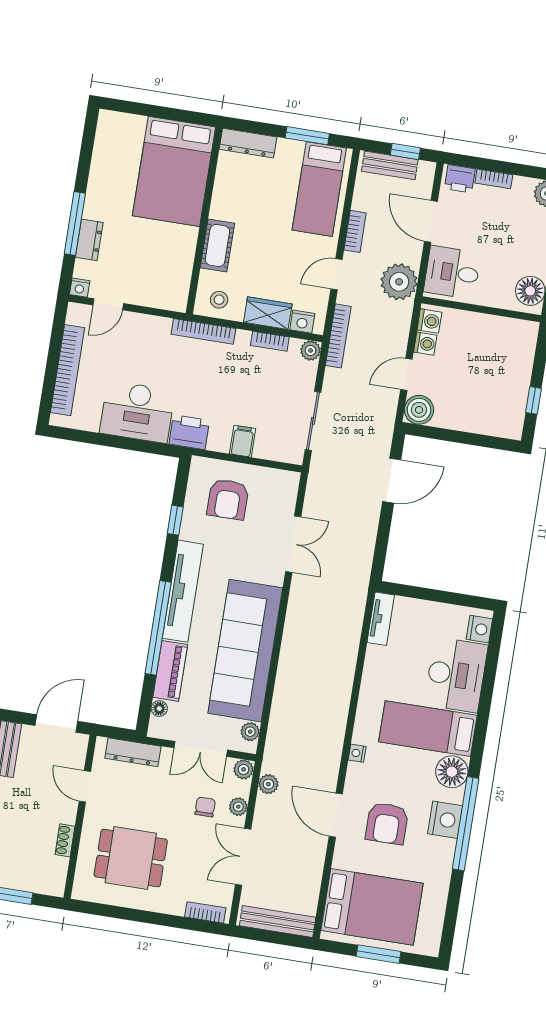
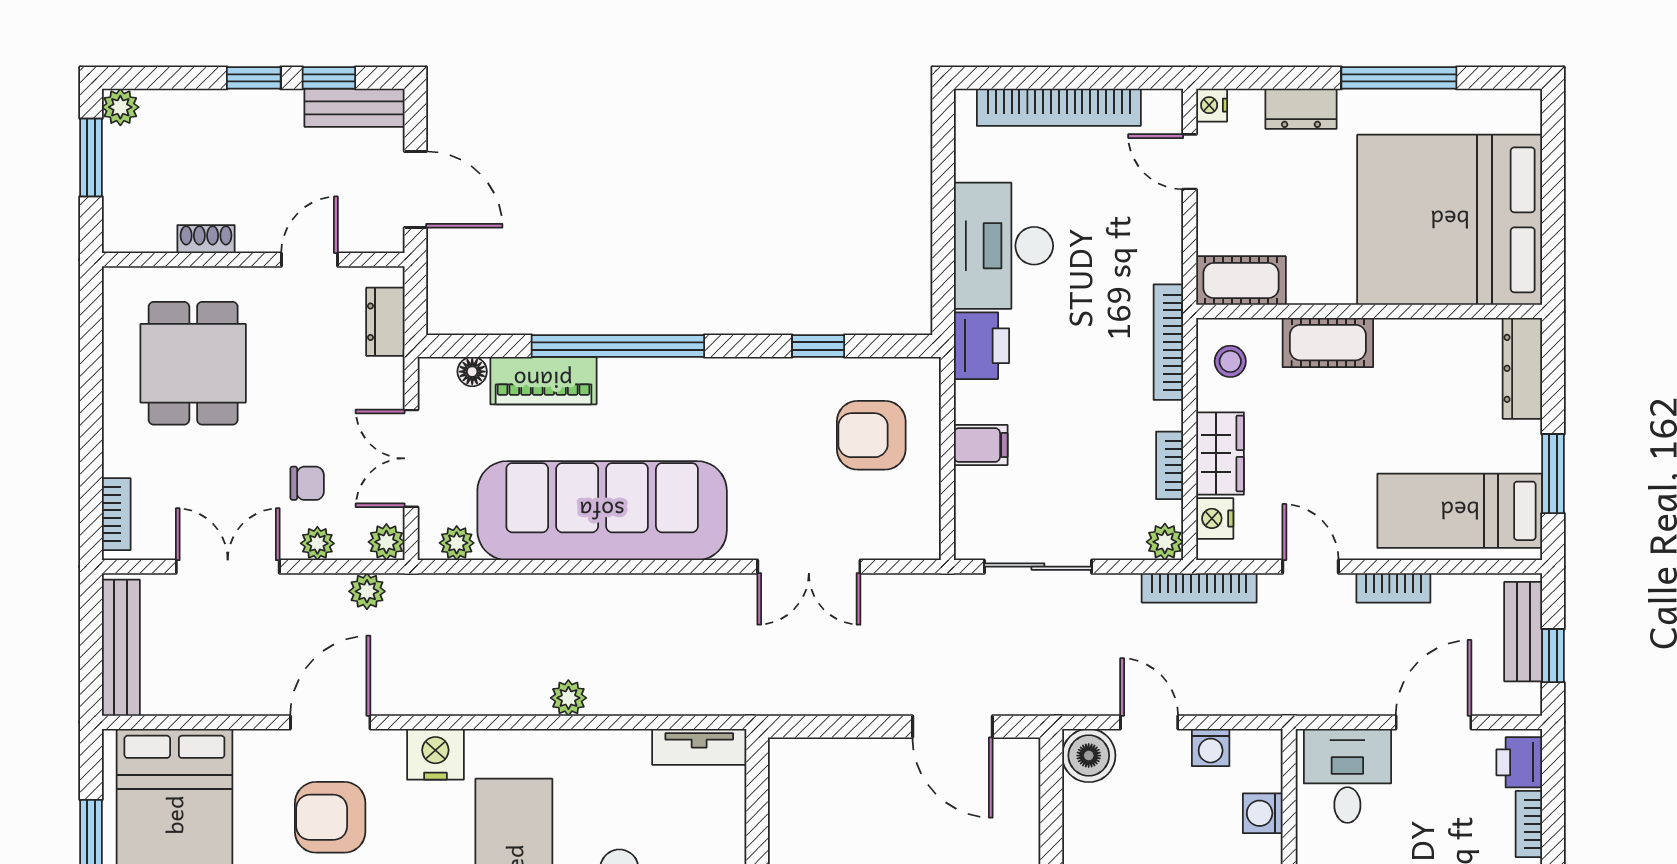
bed: (174, 171) -> (1450, 220), width x1.36
window: (75, 224) -> (1399, 78), moved
plant: (399, 282) -> (568, 698), moved, width x0.53, depth x0.53
cot: (177, 287) -> (1241, 281), added
washing machine: (429, 321) -> (1263, 813), moved, turned 90
tv unit: (183, 591) -> (692, 380), removed
dresser: (133, 752) -> (385, 322), width x0.70
nightstand: (357, 753) -> (435, 754), width x1.89, depth x1.79

